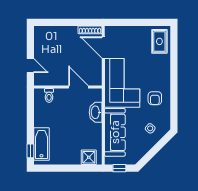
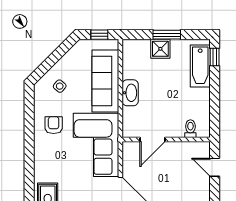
door: (78, 87) -> (152, 139), hinge flipped
washbasin: (96, 112) -> (130, 93), moved
shower: (89, 157) -> (160, 49), moved
window: (67, 168) -> (167, 35), added

